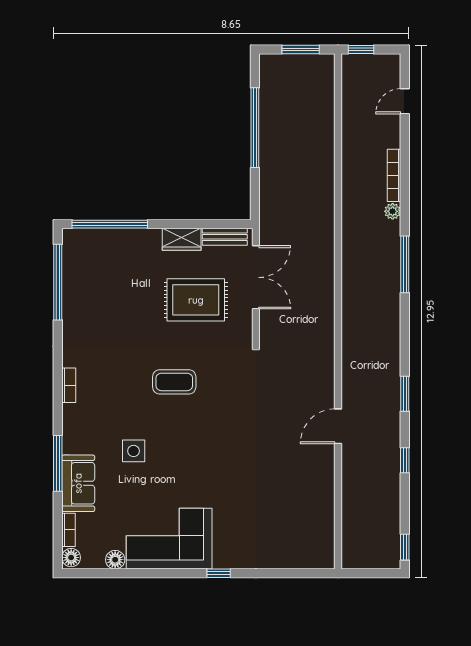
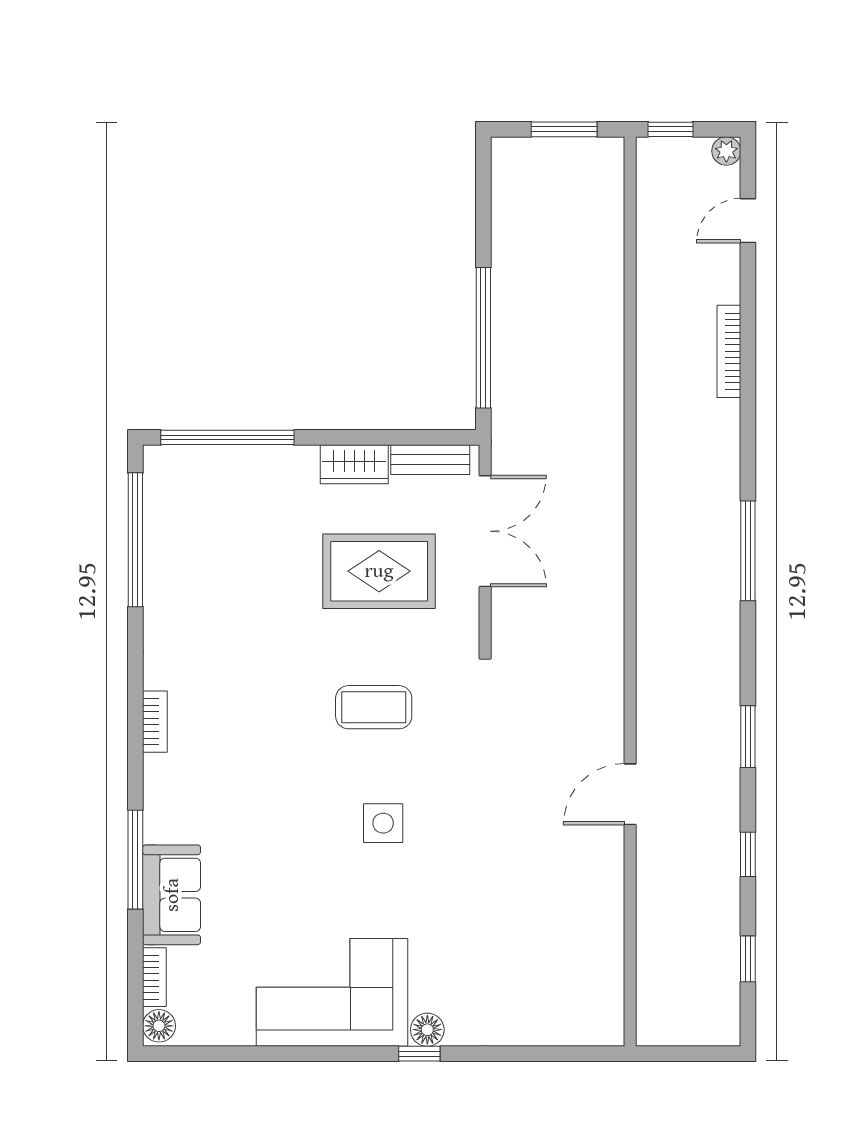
window: (255, 128) -> (483, 338), moved
plant: (393, 211) -> (726, 151), moved
window: (405, 264) -> (748, 551), moved
coffee table: (174, 382) -> (374, 707), moved
side table: (134, 451) -> (383, 823), moved
window: (405, 547) -> (748, 959), moved
floor lamp: (115, 560) -> (427, 1030), moved

